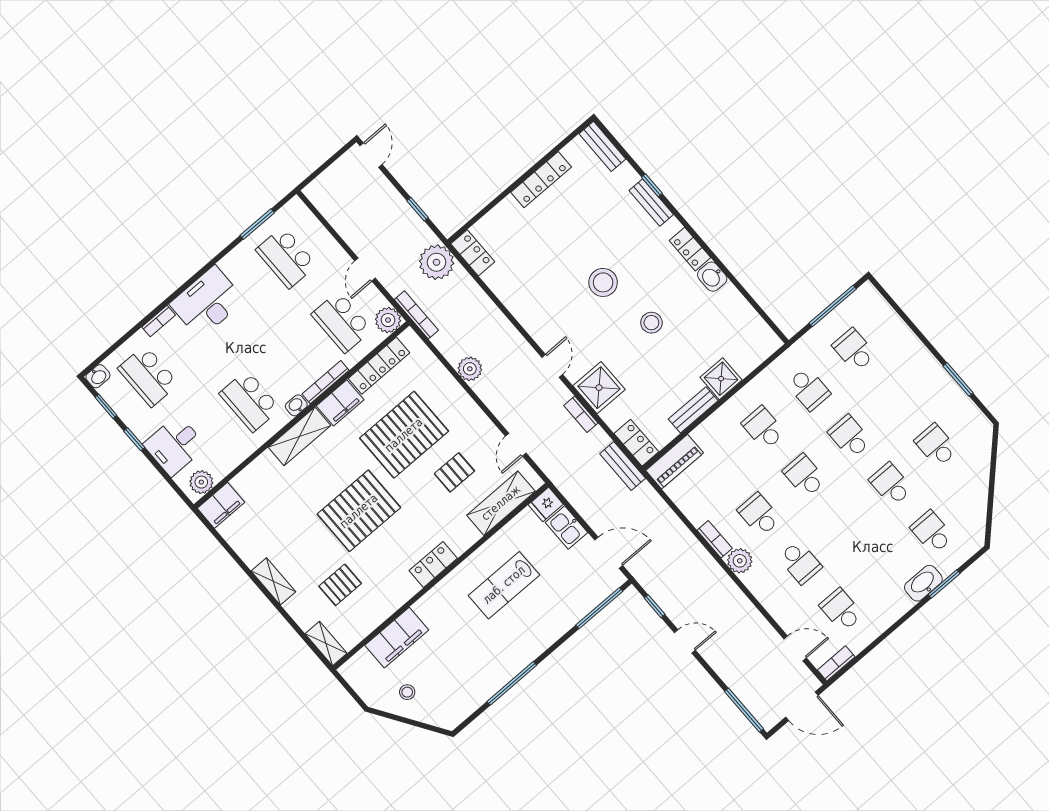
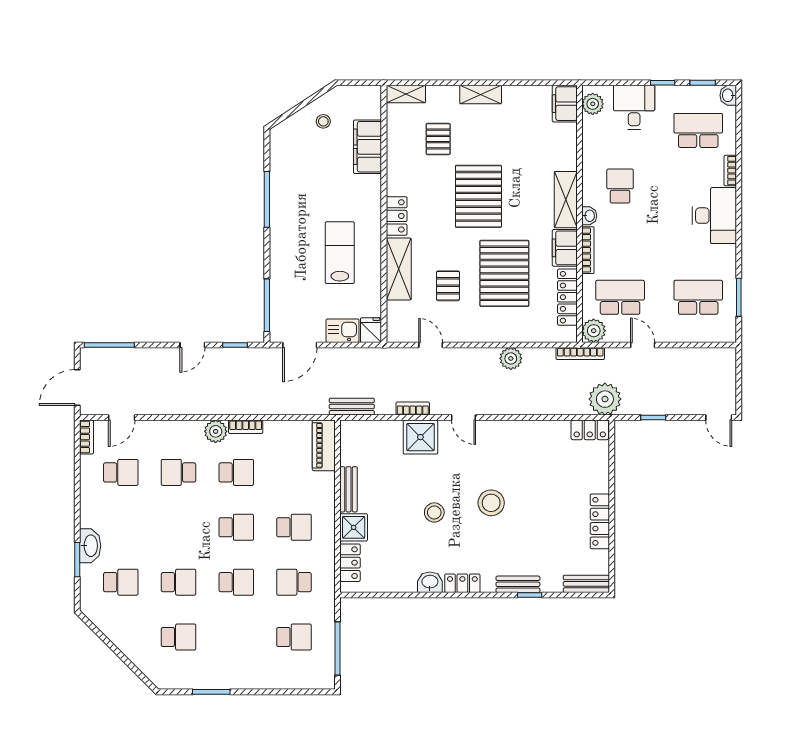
school desk: (250, 401) -> (620, 186), width x0.54
locker: (636, 443) -> (350, 563), moved, turned -90
shelving: (501, 503) -> (399, 269), moved

